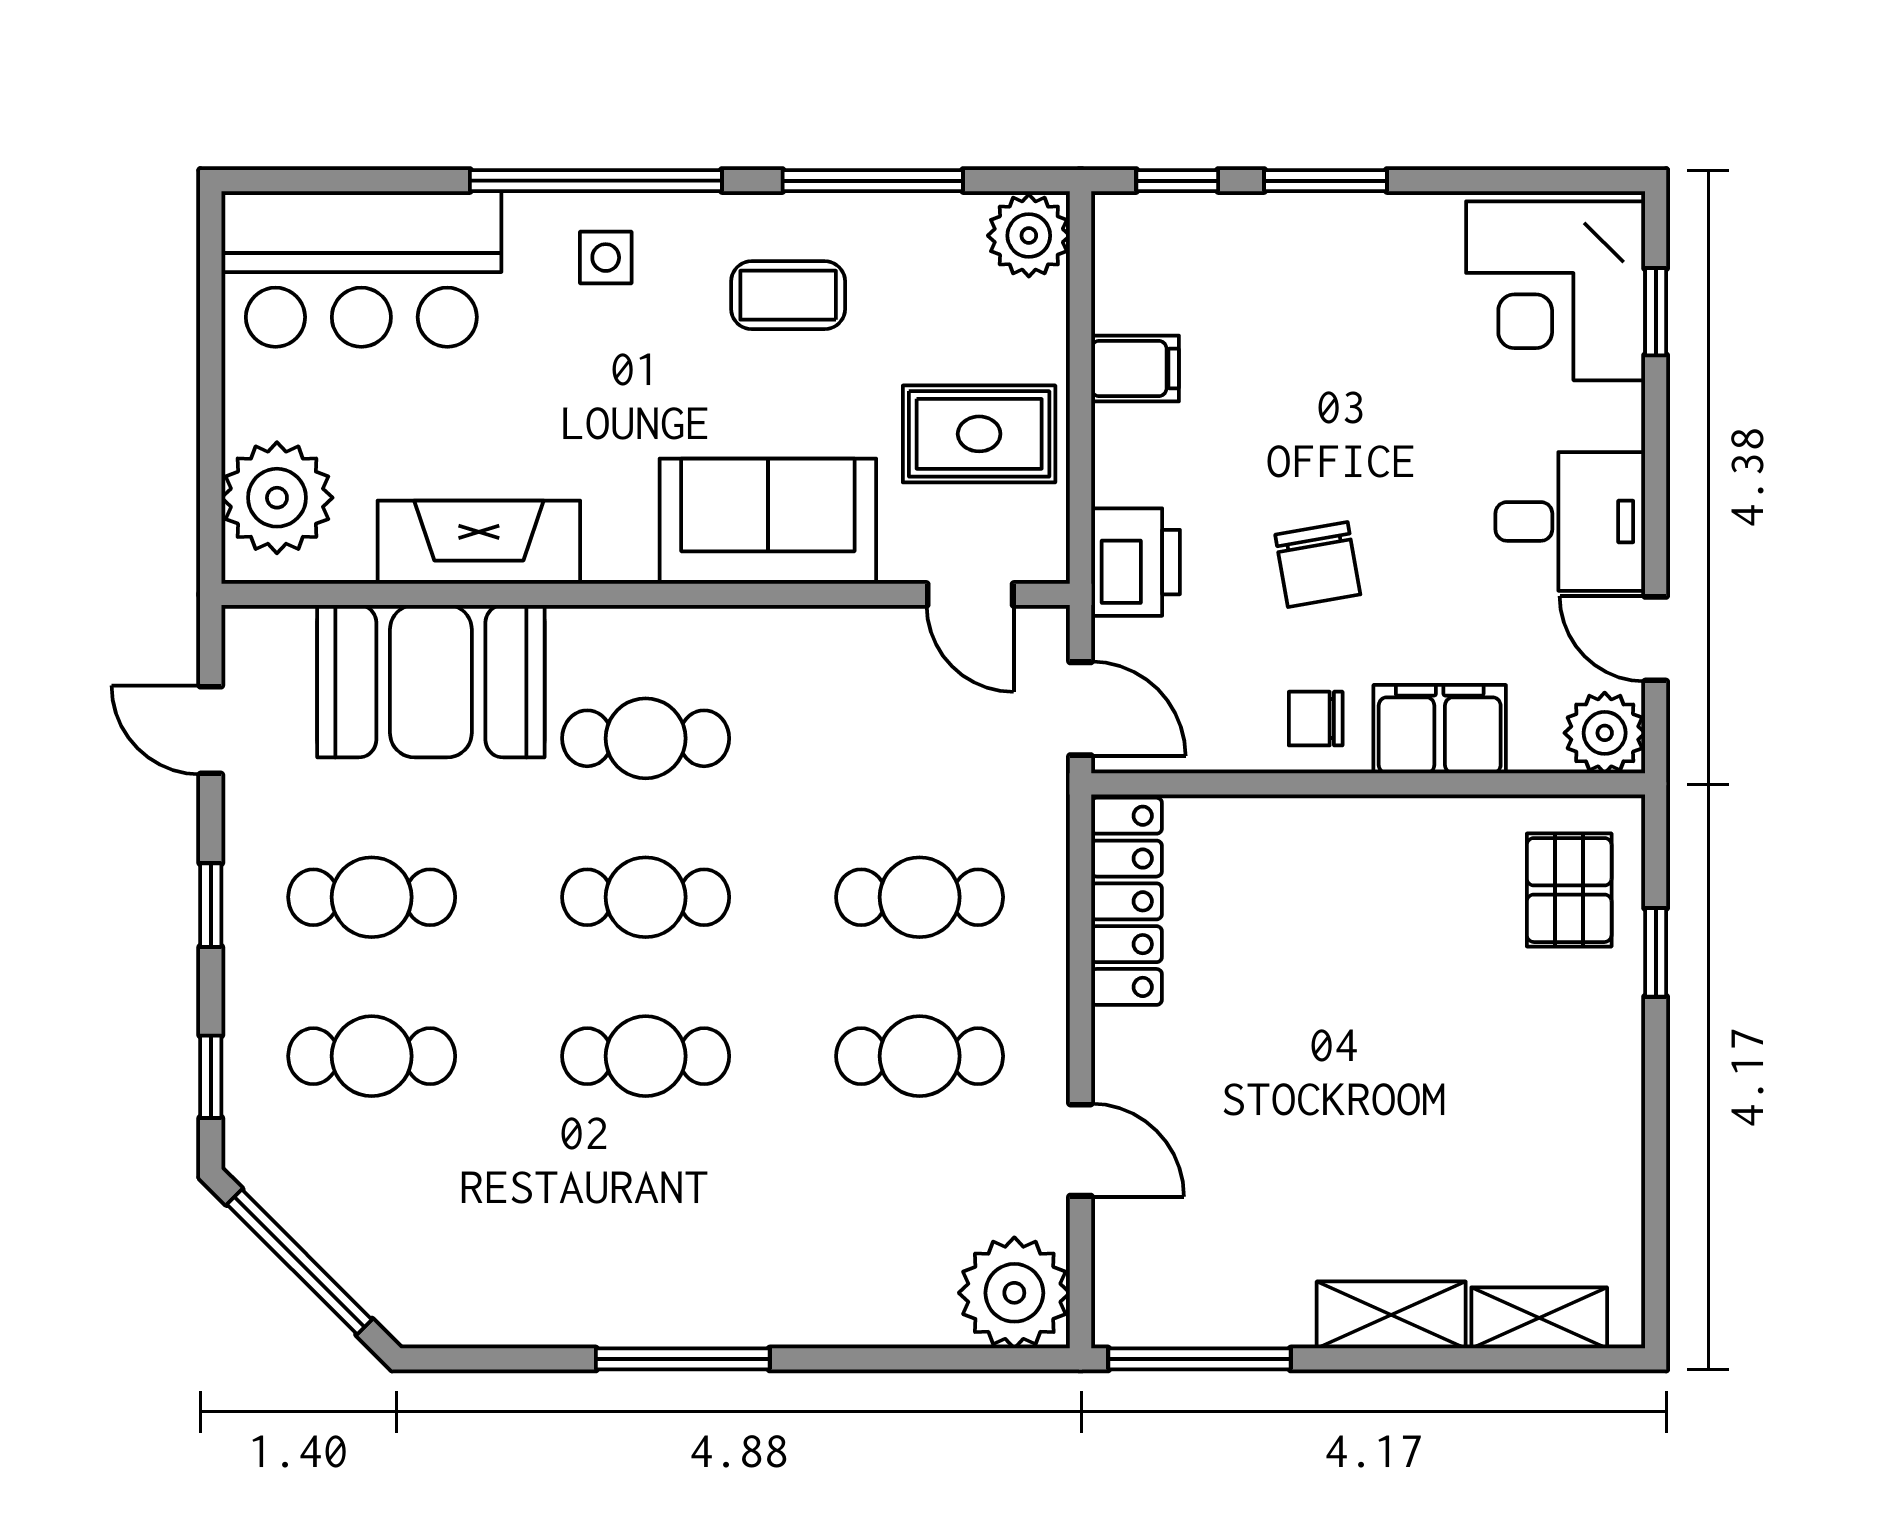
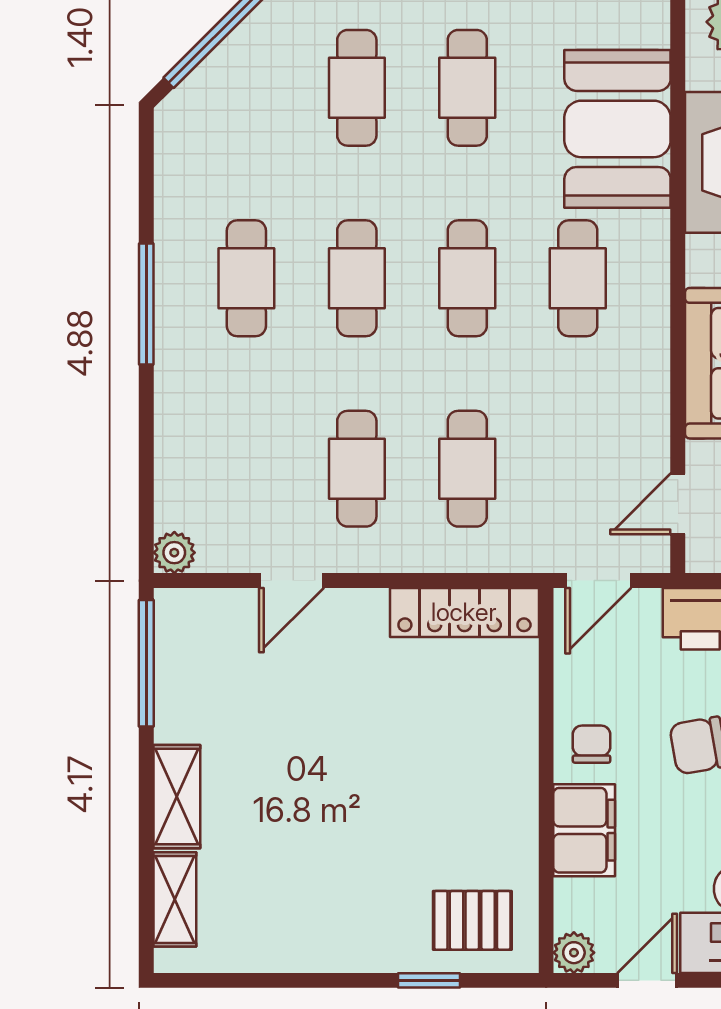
plant: (1605, 733) -> (574, 953), width x0.73, depth x0.73
cafe table: (646, 1215) -> (246, 278), added
plant: (1014, 1293) -> (174, 553), width x0.53, depth x0.53

